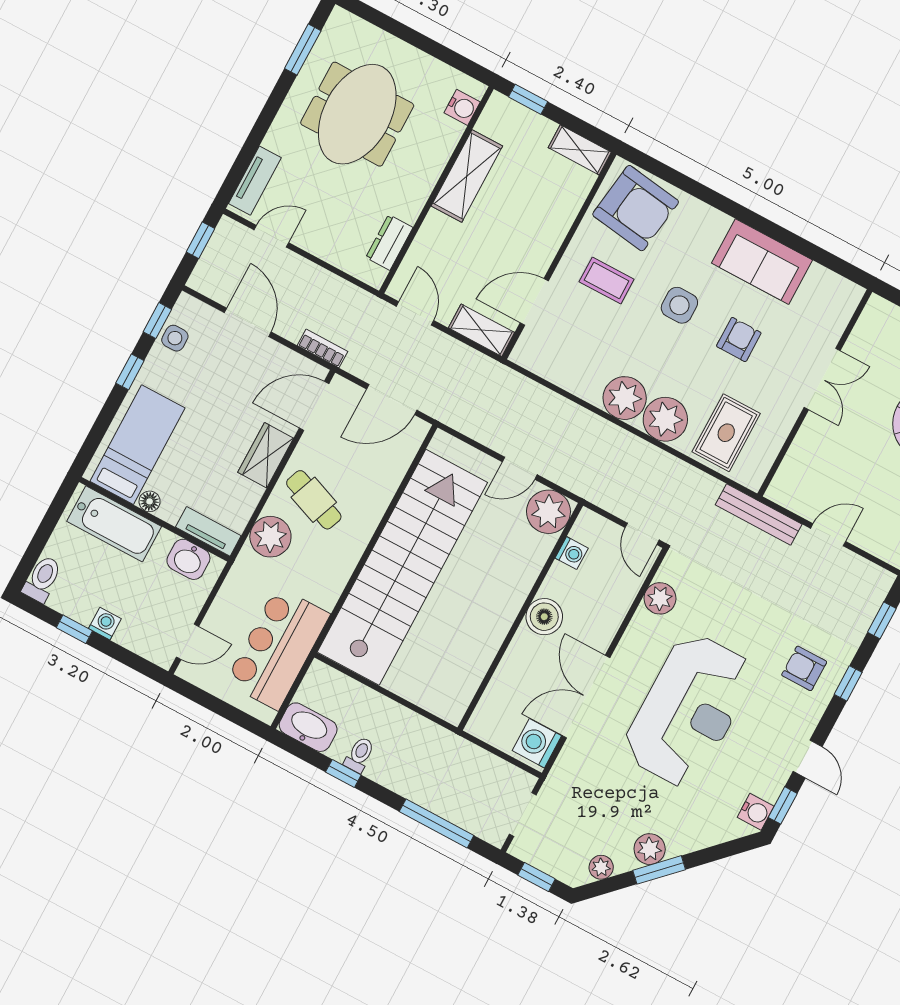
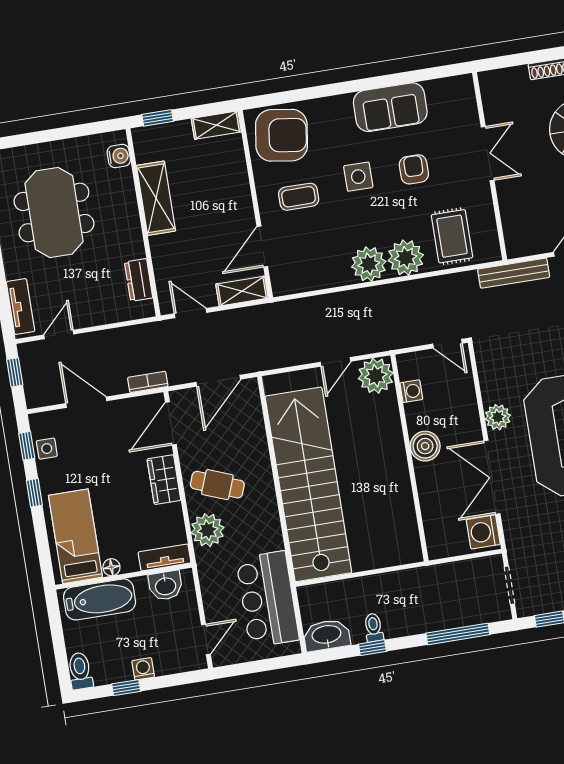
plant: (660, 598) -> (498, 417), moved

